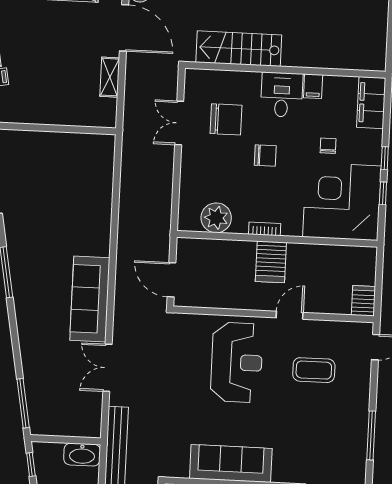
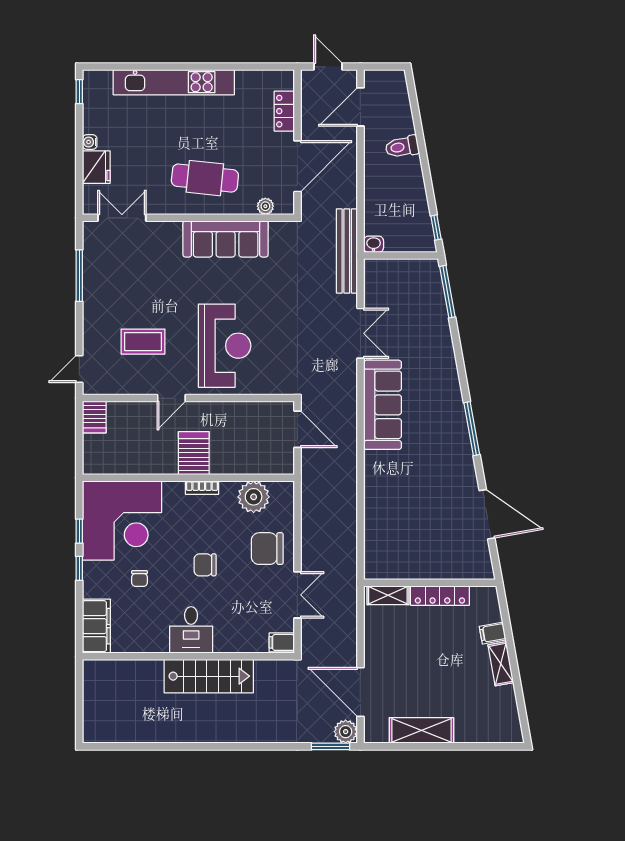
stairs: (239, 49) -> (209, 676), moved
shelving: (110, 77) -> (388, 595), moved, turned 90
filing cabinet: (313, 86) -> (282, 642), moved, turned -90
locker: (44, 116) -> (440, 596), added
chair: (226, 119) -> (267, 549), moved
reception desk: (237, 362) -> (225, 346), turned 180
washbasin: (82, 455) -> (374, 244), width x0.52, depth x0.69

